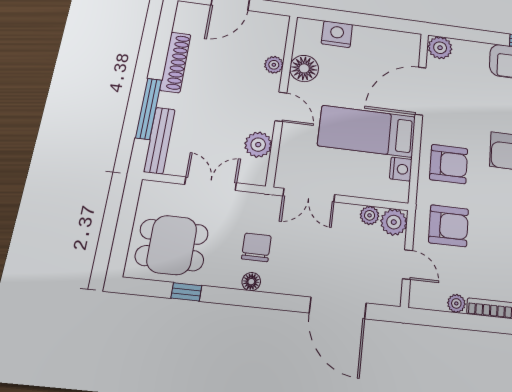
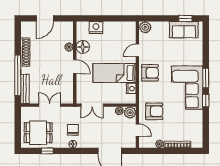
door: (420, 91) -> (137, 50), width x0.53
window: (149, 109) -> (18, 75), width x1.46
plant: (258, 145) -> (67, 85), removed
armchair: (449, 164) -> (150, 73), moved

